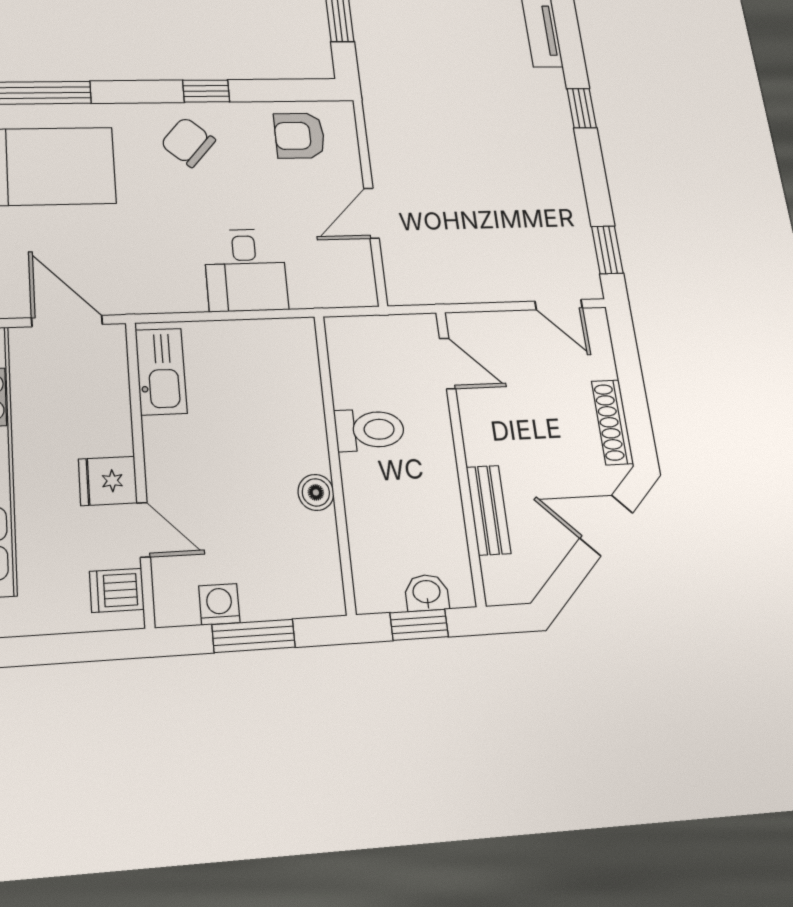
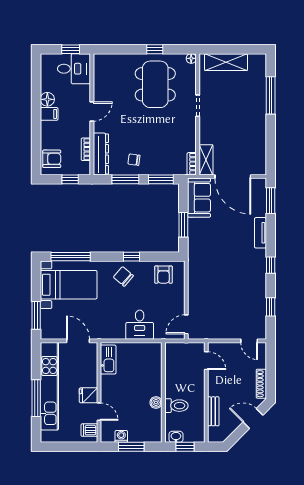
armchair: (300, 136) -> (163, 275), turned -90
door: (372, 213) -> (186, 324), moved
window: (607, 250) -> (271, 307), moved
toilet: (370, 430) -> (176, 406), moved
washbasin: (427, 593) -> (176, 437), moved

